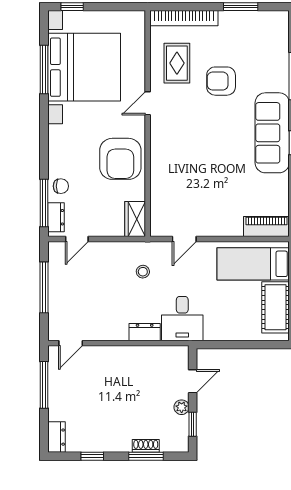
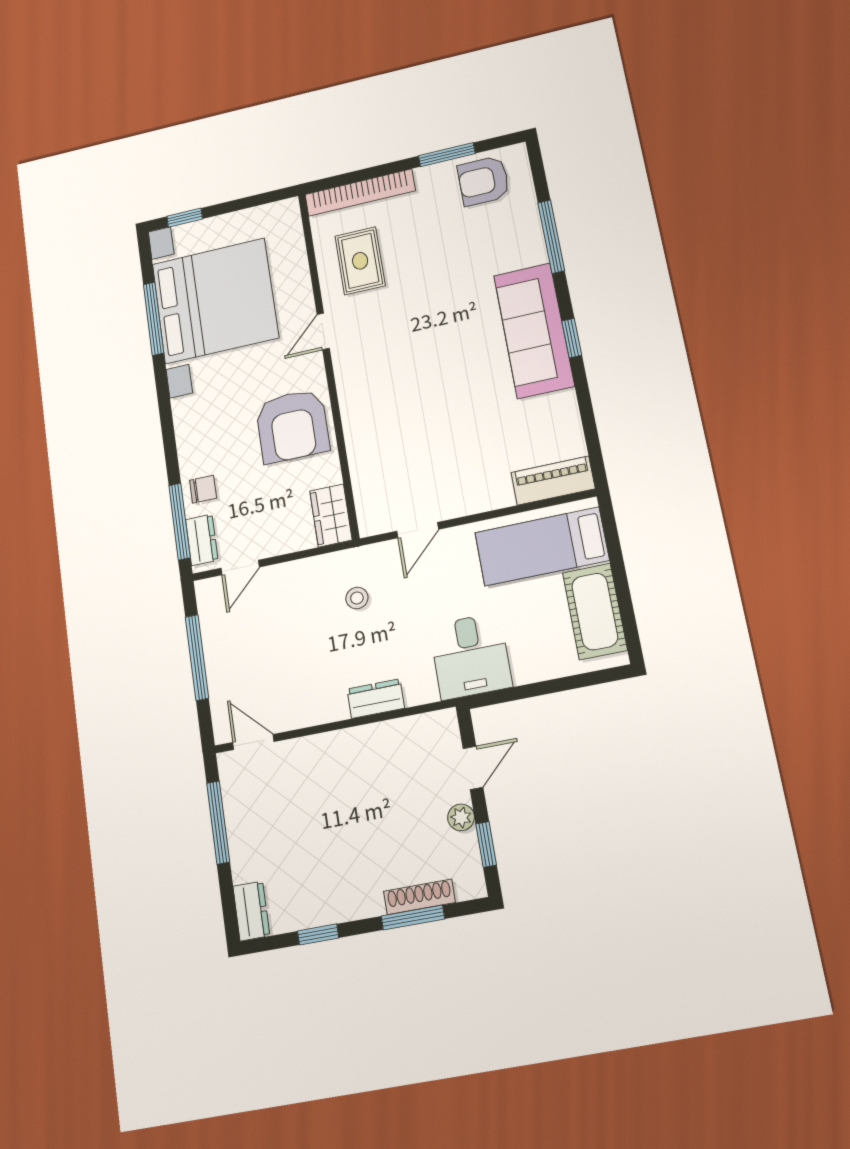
armchair: (221, 81) -> (483, 181), moved
desk: (182, 319) -> (471, 656), moved
door: (71, 343) -> (253, 742), swing flipped
shoe rack: (146, 446) -> (419, 897), width x1.43

